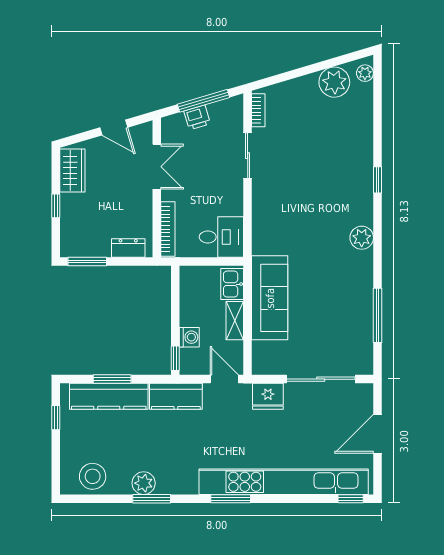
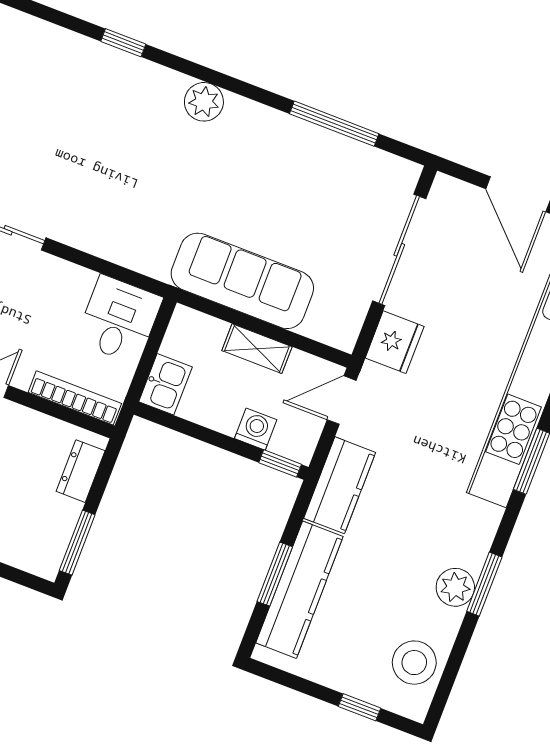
kitchen sink: (232, 284) -> (165, 384), moved, turned -90
window: (56, 418) -> (360, 707), moved

